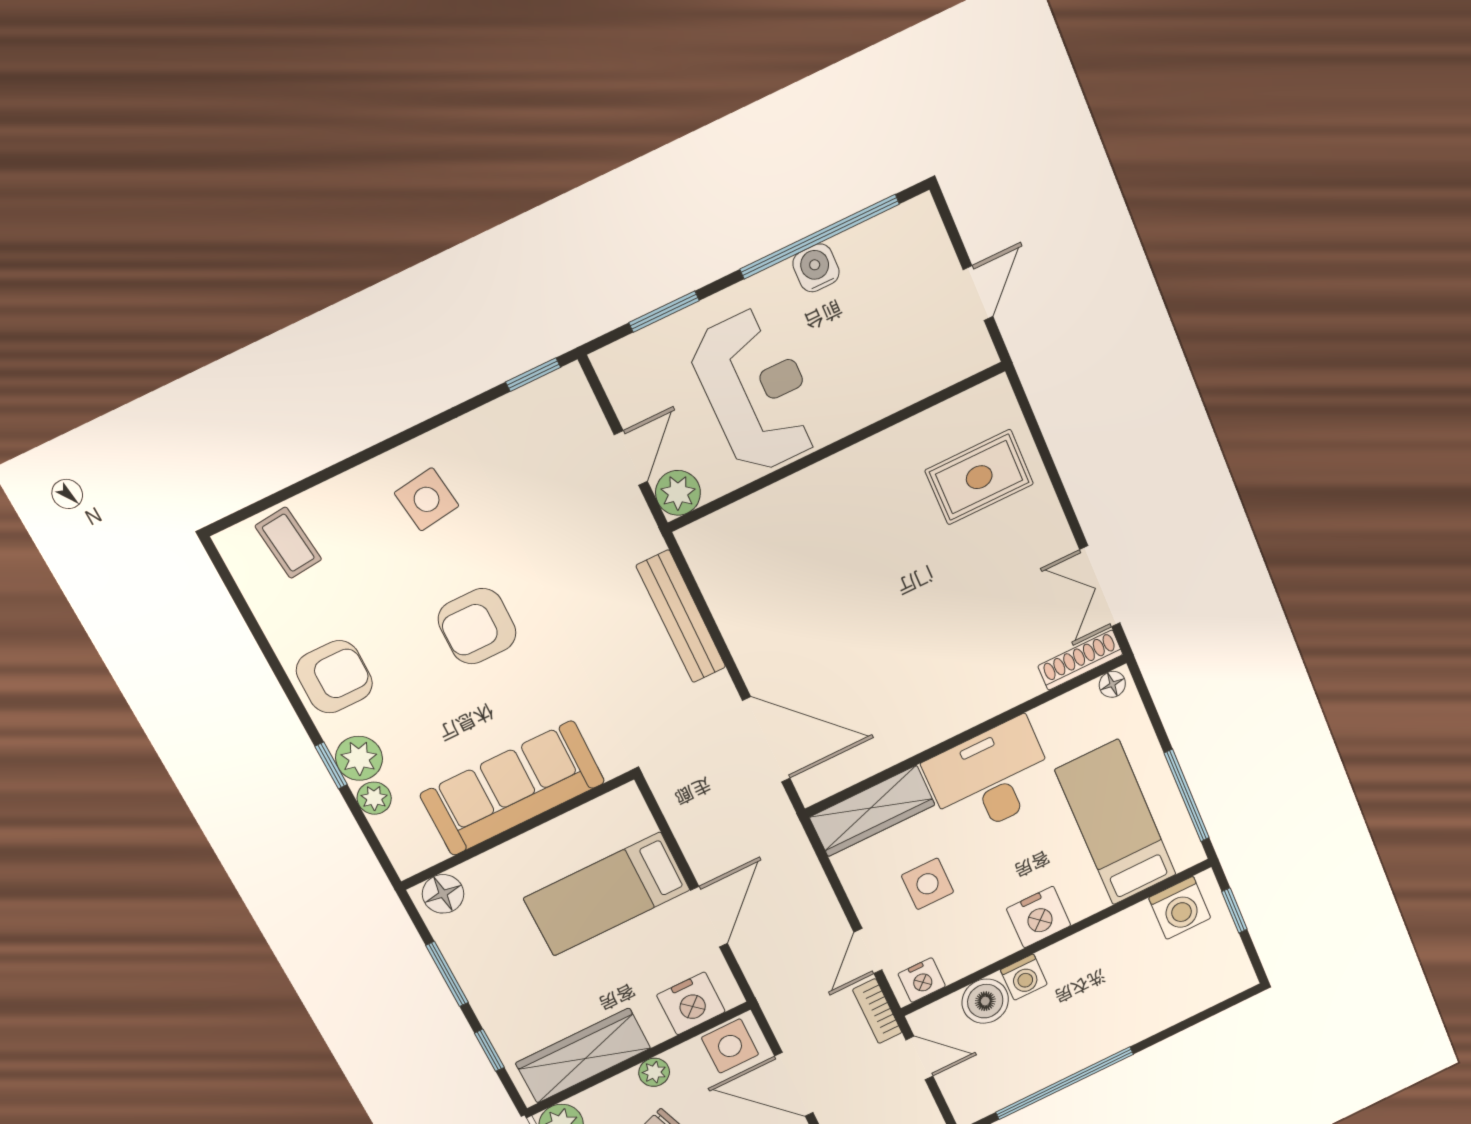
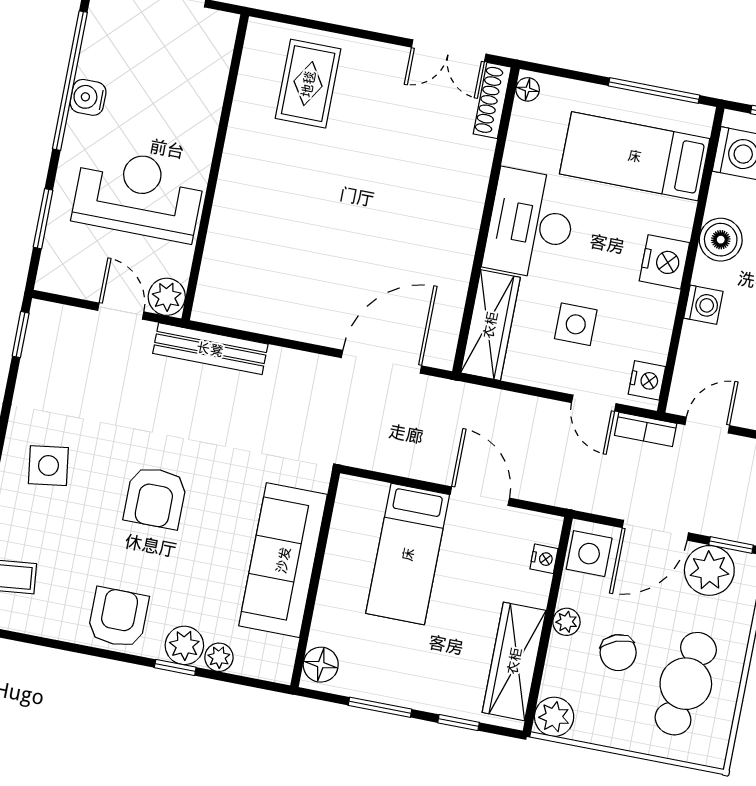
bench: (681, 617) -> (210, 349), moved
boiler: (985, 1001) -> (721, 240), moved
nightstand: (691, 1003) -> (544, 559), width x0.53, depth x0.56

